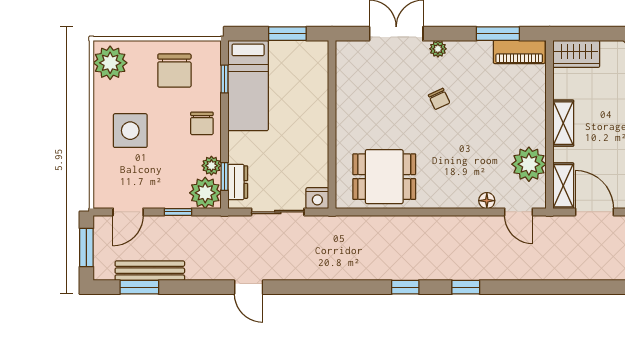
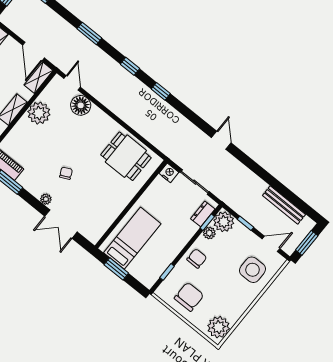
bed: (248, 86) -> (132, 238), moved
side table: (130, 131) -> (253, 270), moved
plant: (529, 164) -> (39, 113), moved
floor lamp: (487, 201) -> (81, 105), width x1.89, depth x1.89
window: (139, 287) -> (89, 33), moved
door: (249, 287) -> (221, 140), moved

